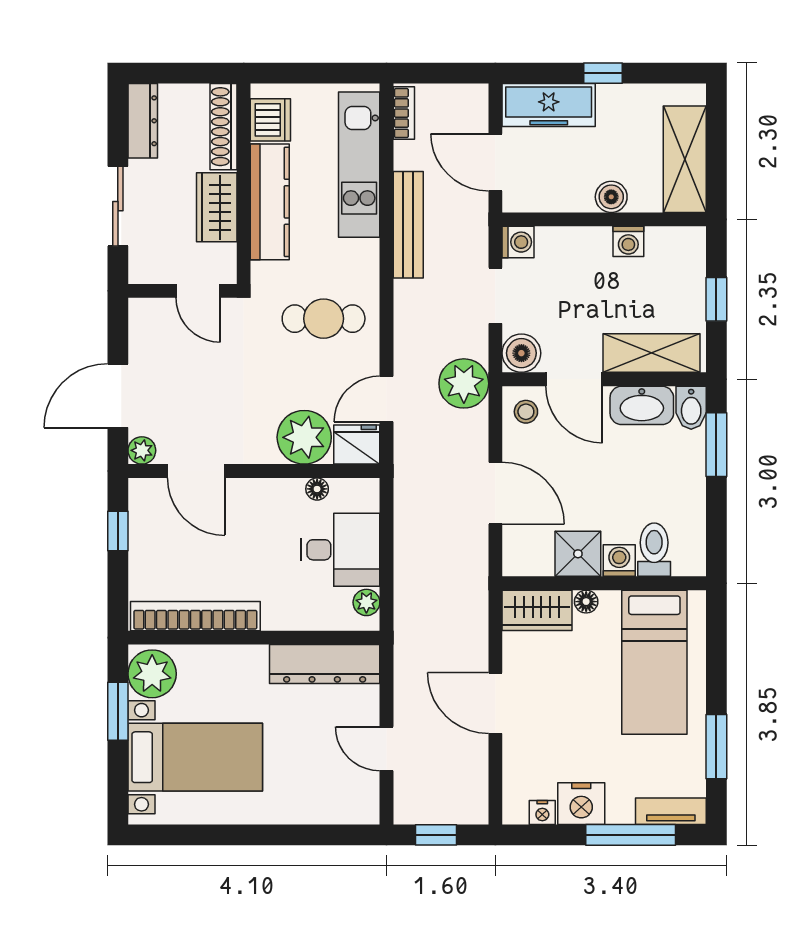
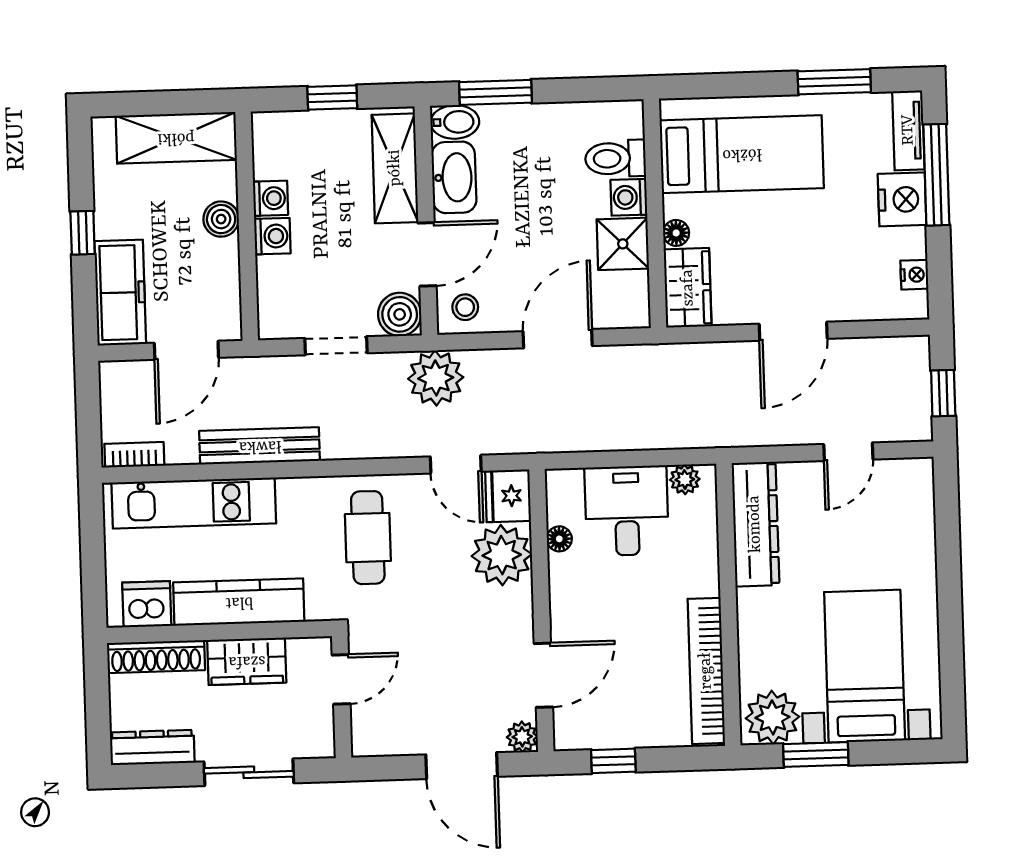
washing machine: (518, 242) -> (272, 236), moved, turned 90
nightstand: (581, 804) -> (902, 199), moved

